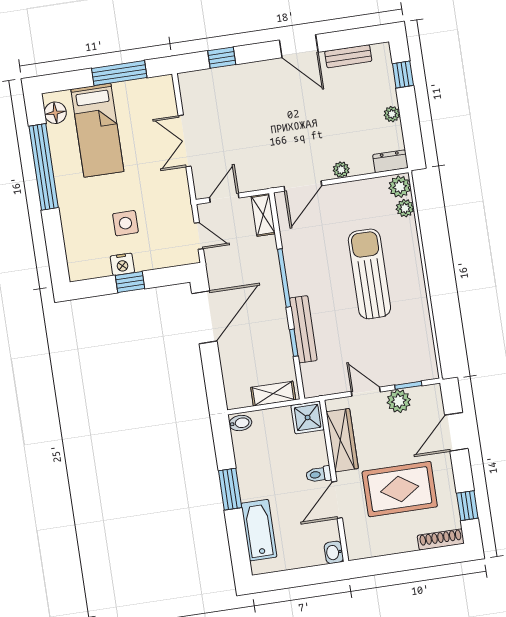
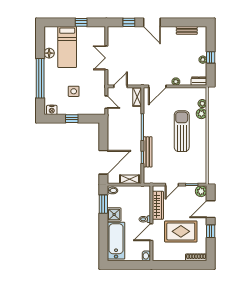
door: (299, 46) -> (152, 22), moved
window: (119, 73) -> (81, 22), width x0.46
window: (403, 74) -> (211, 57), moved
floor lamp: (55, 113) -> (49, 53), moved
window: (44, 167) -> (40, 78), moved
plant: (400, 187) -> (201, 114), moved
nightstand: (122, 264) -> (52, 110), moved
door: (204, 317) -> (103, 162), moved
door: (366, 392) -> (172, 185), swing flipped
plant: (399, 401) -> (201, 191), moved
shower: (308, 417) -> (114, 215), moved
window: (230, 489) -> (103, 204), moved
window: (467, 506) -> (211, 231), moved
bathtub: (259, 530) -> (116, 241), width x1.36, depth x1.36

